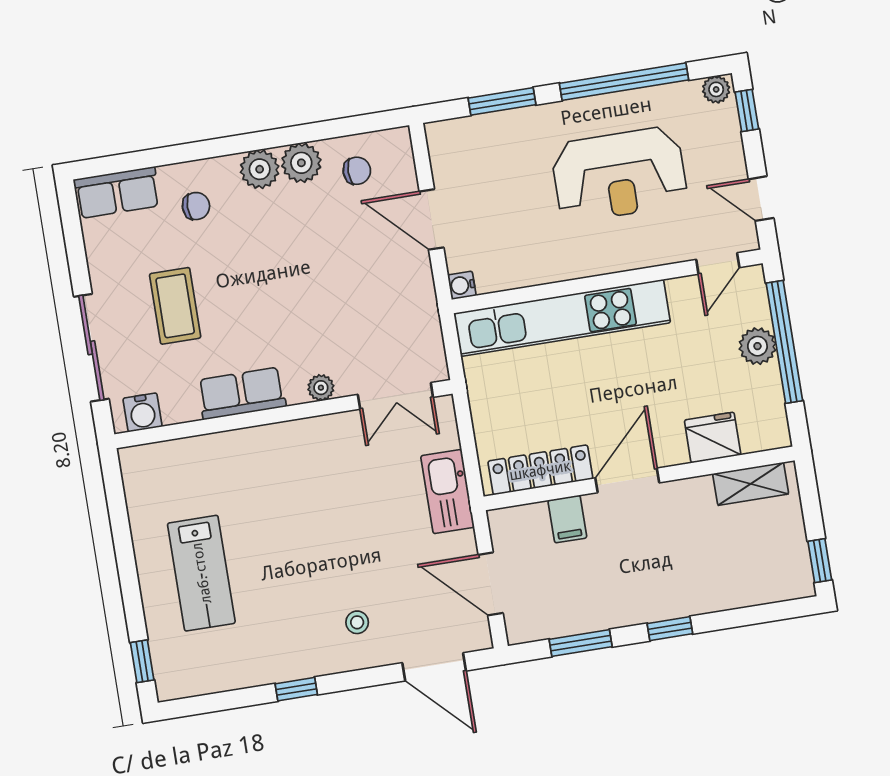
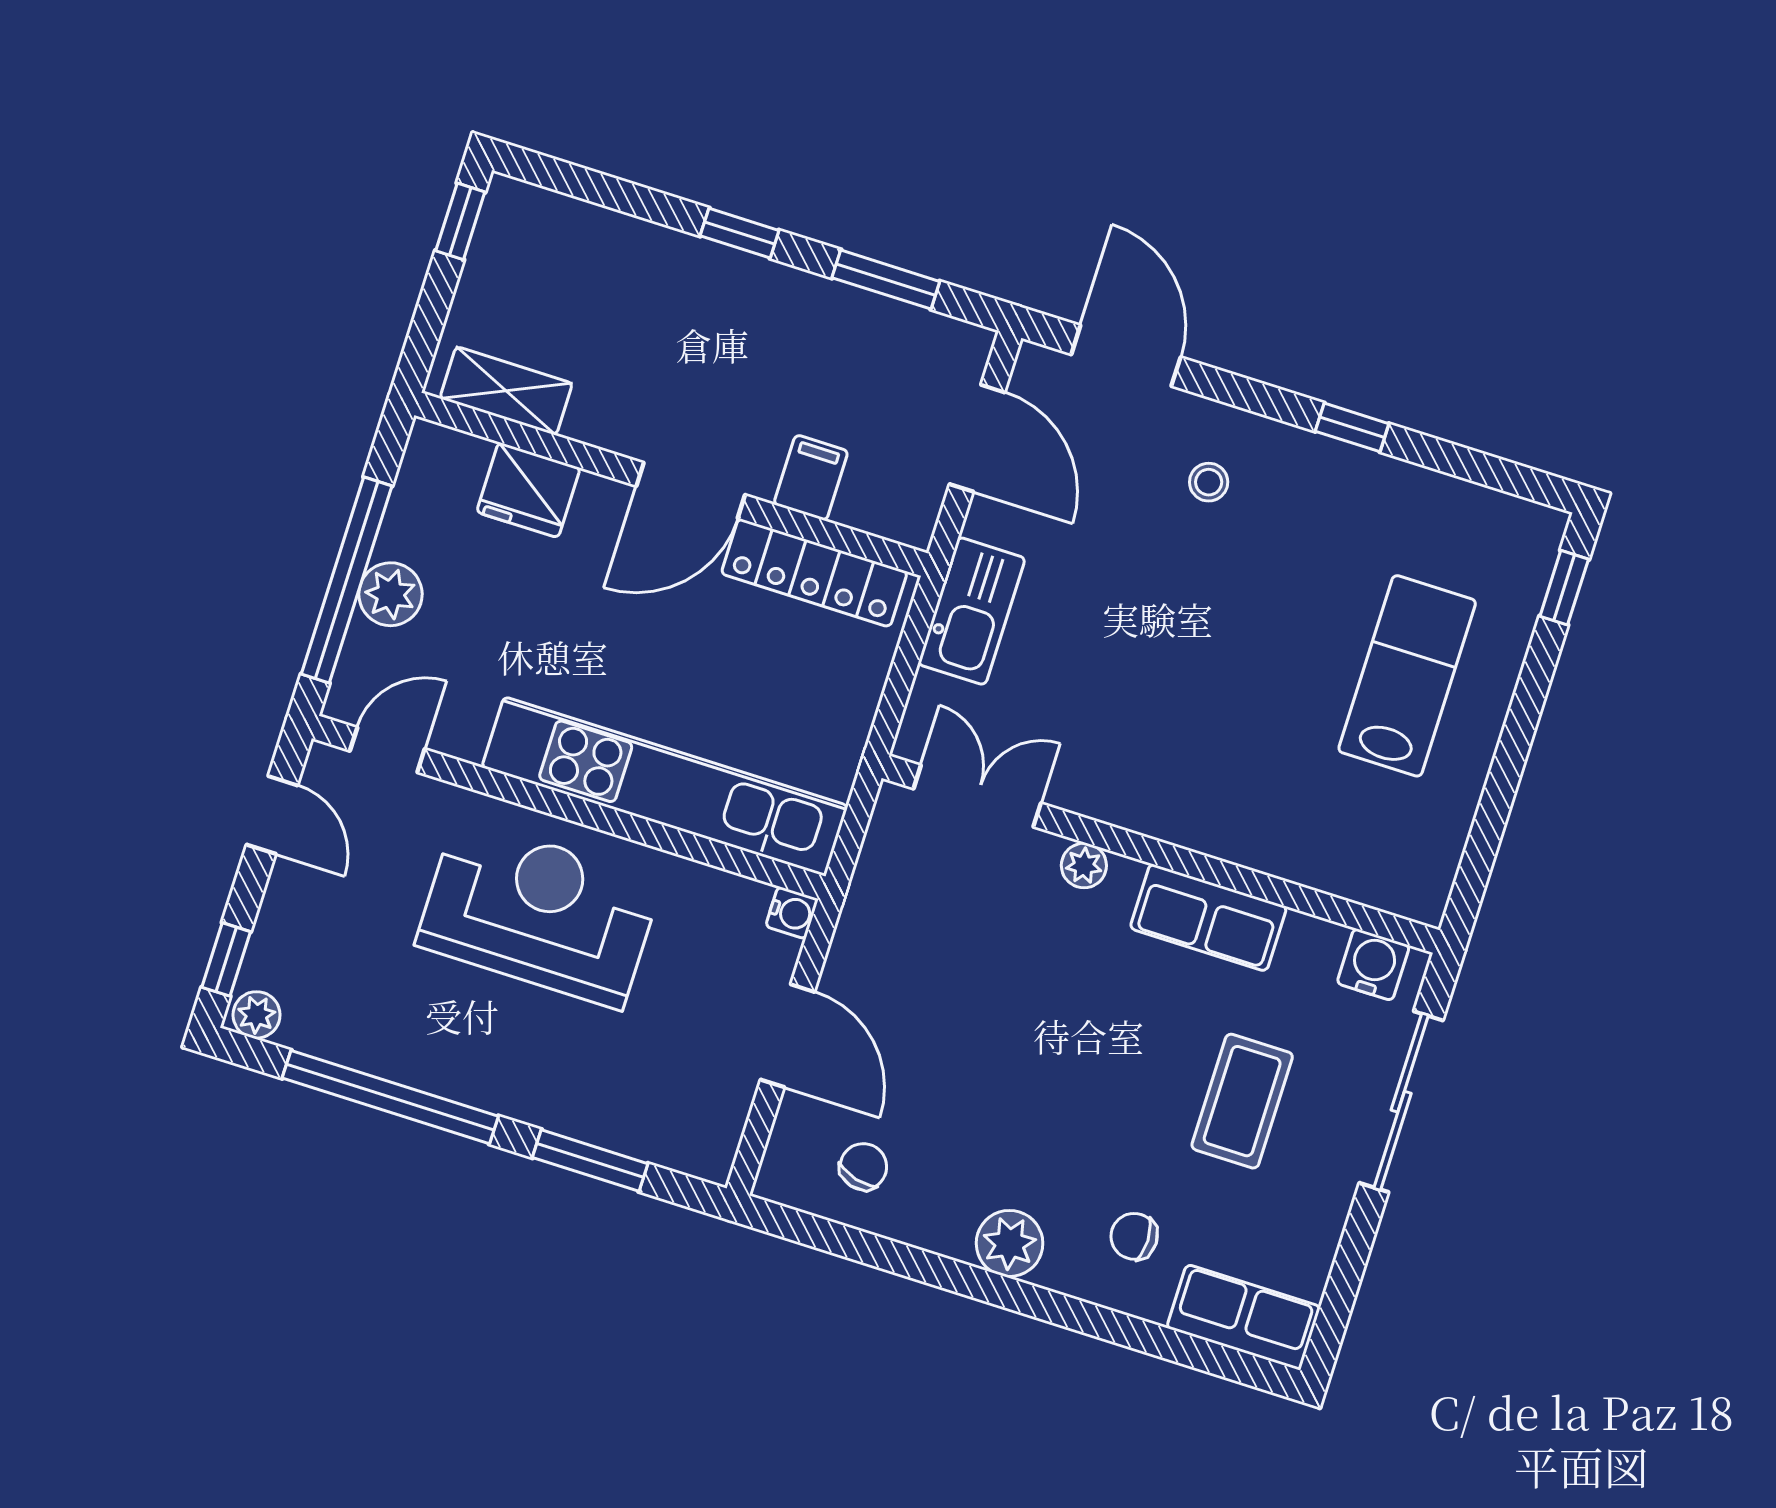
plant: (301, 163) -> (941, 1221), removed
chair: (357, 171) -> (863, 1167), turned 105
reception desk: (619, 174) -> (539, 913), moved

